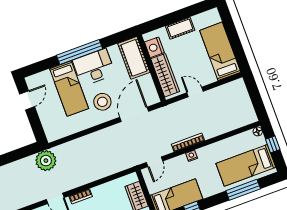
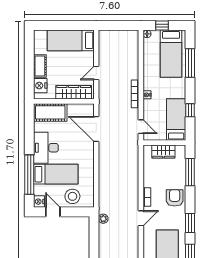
nightstand: (154, 47) -> (40, 86), moved, turned 90
window: (80, 52) -> (29, 175), moved
nightstand: (33, 81) -> (39, 202), added
stool: (102, 102) -> (72, 196), moved
plant: (46, 161) -> (103, 219), width x0.53, depth x0.53

